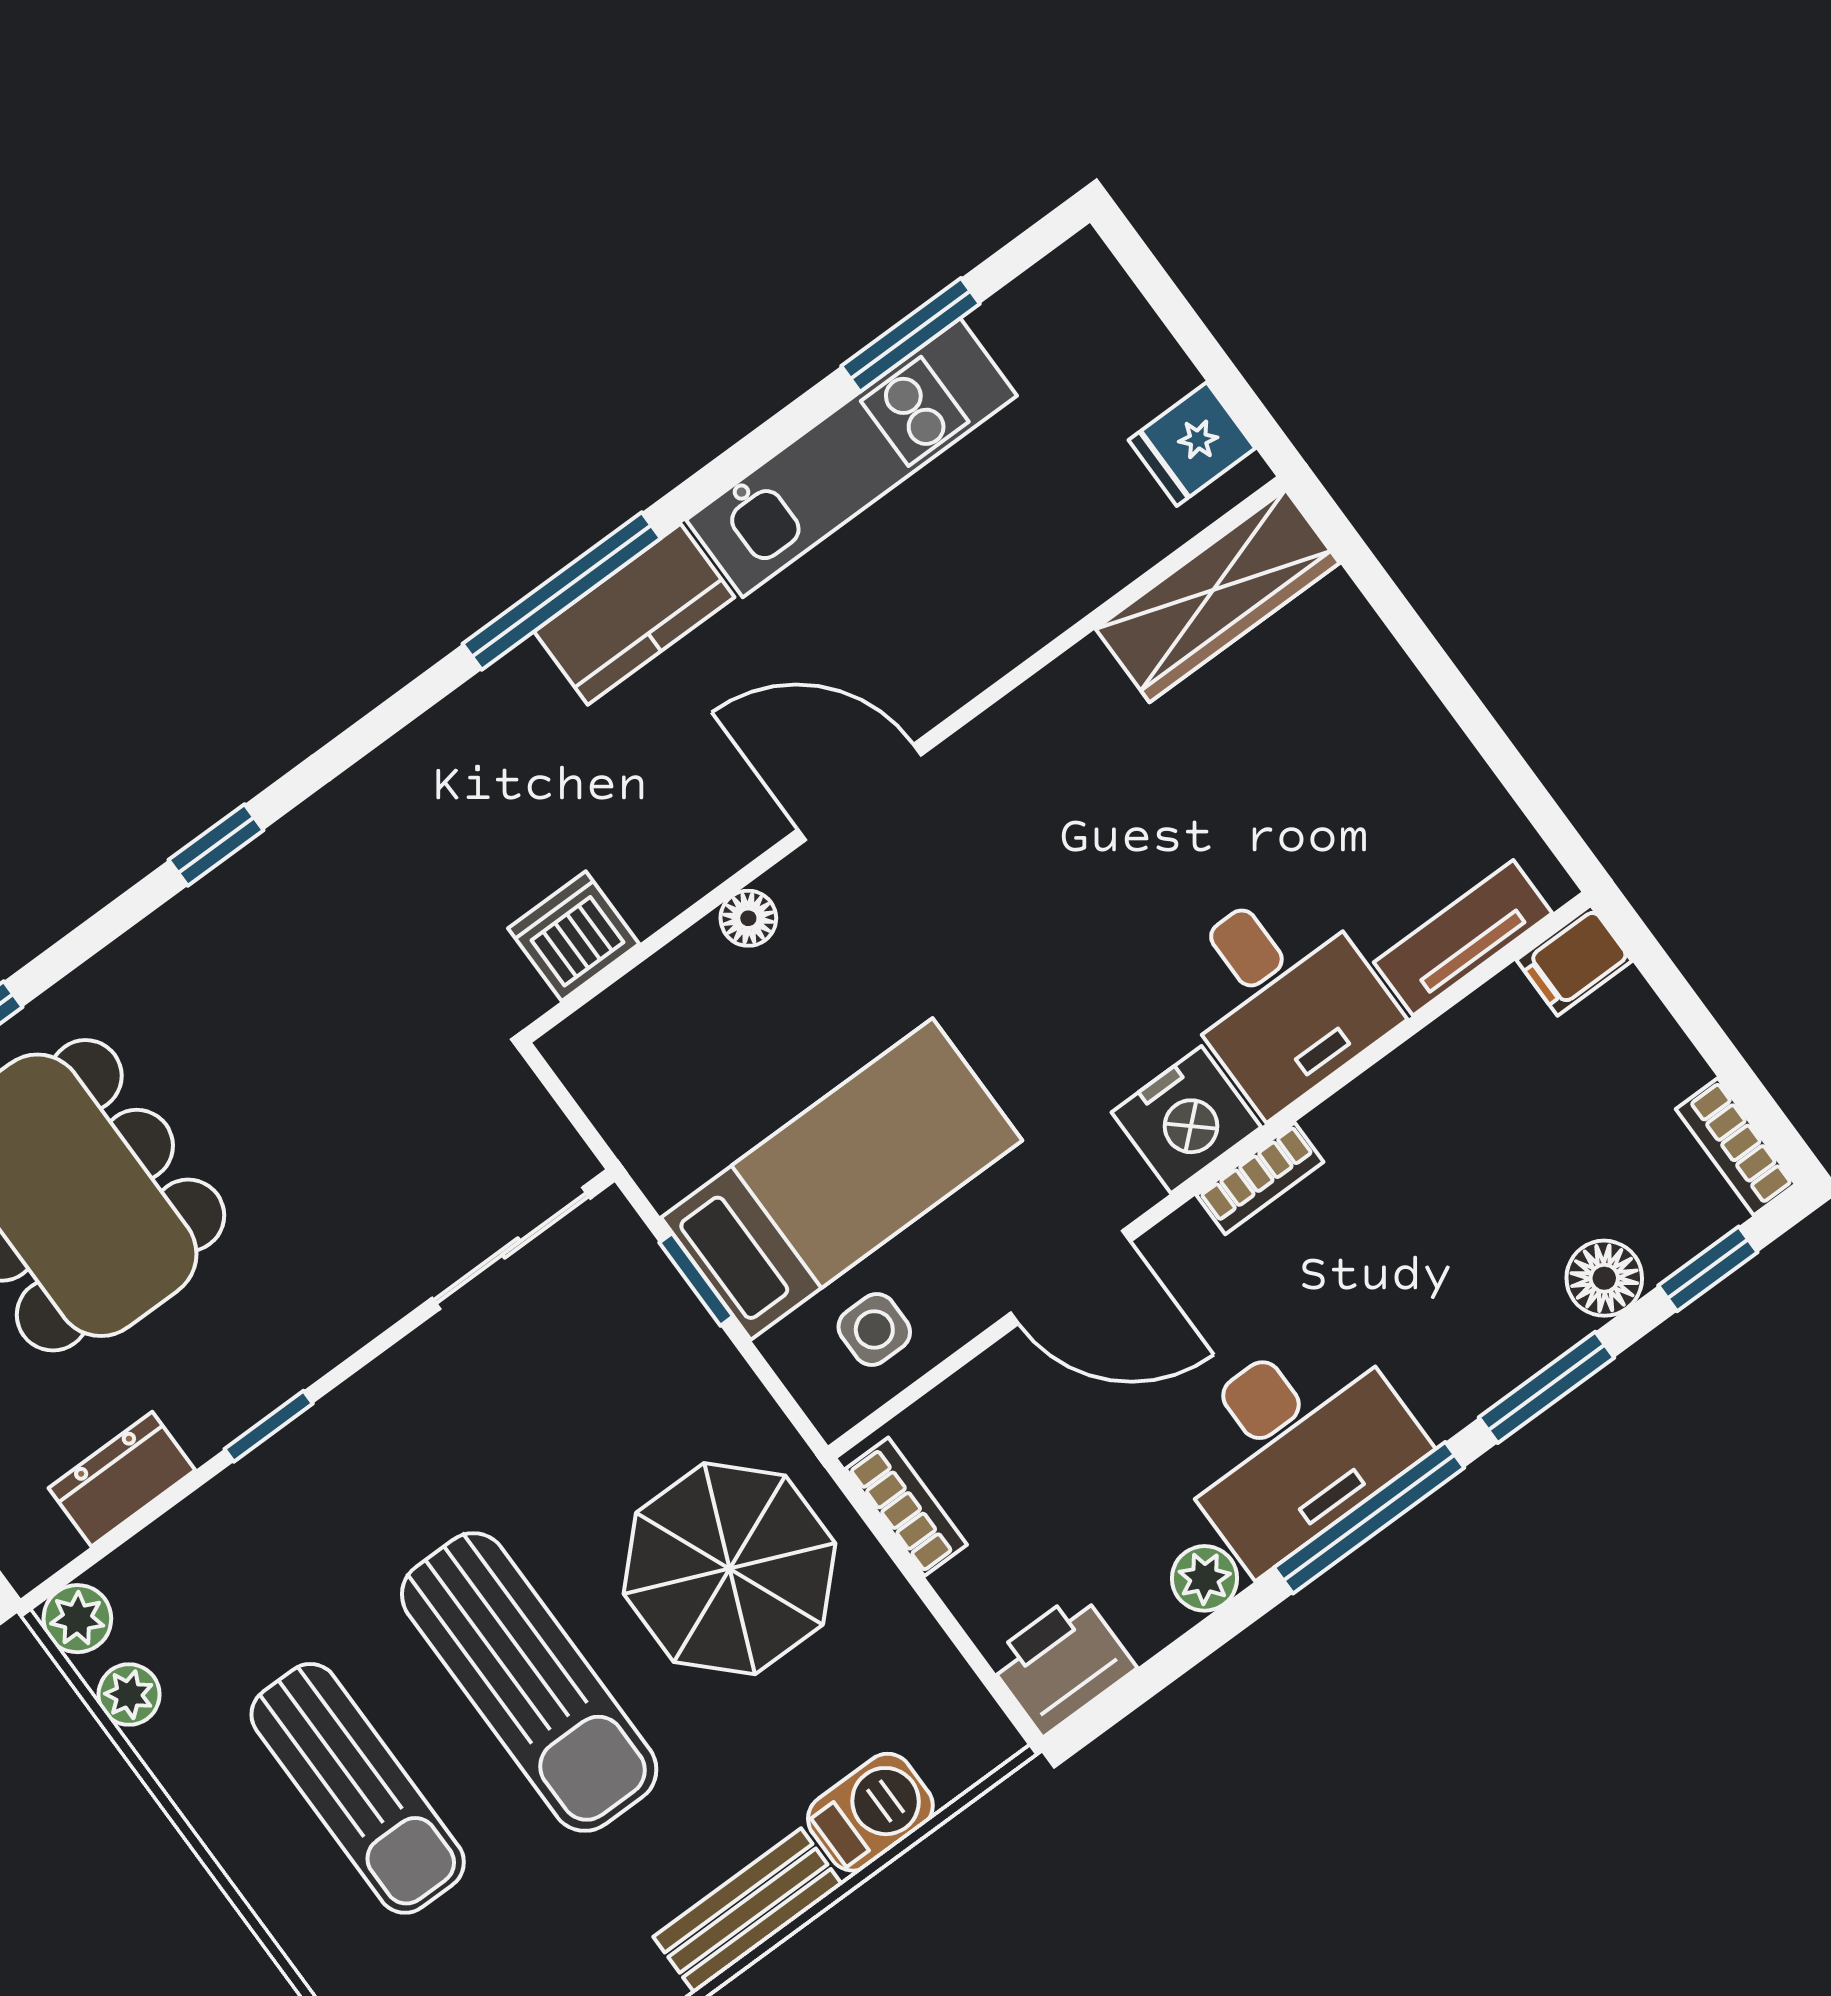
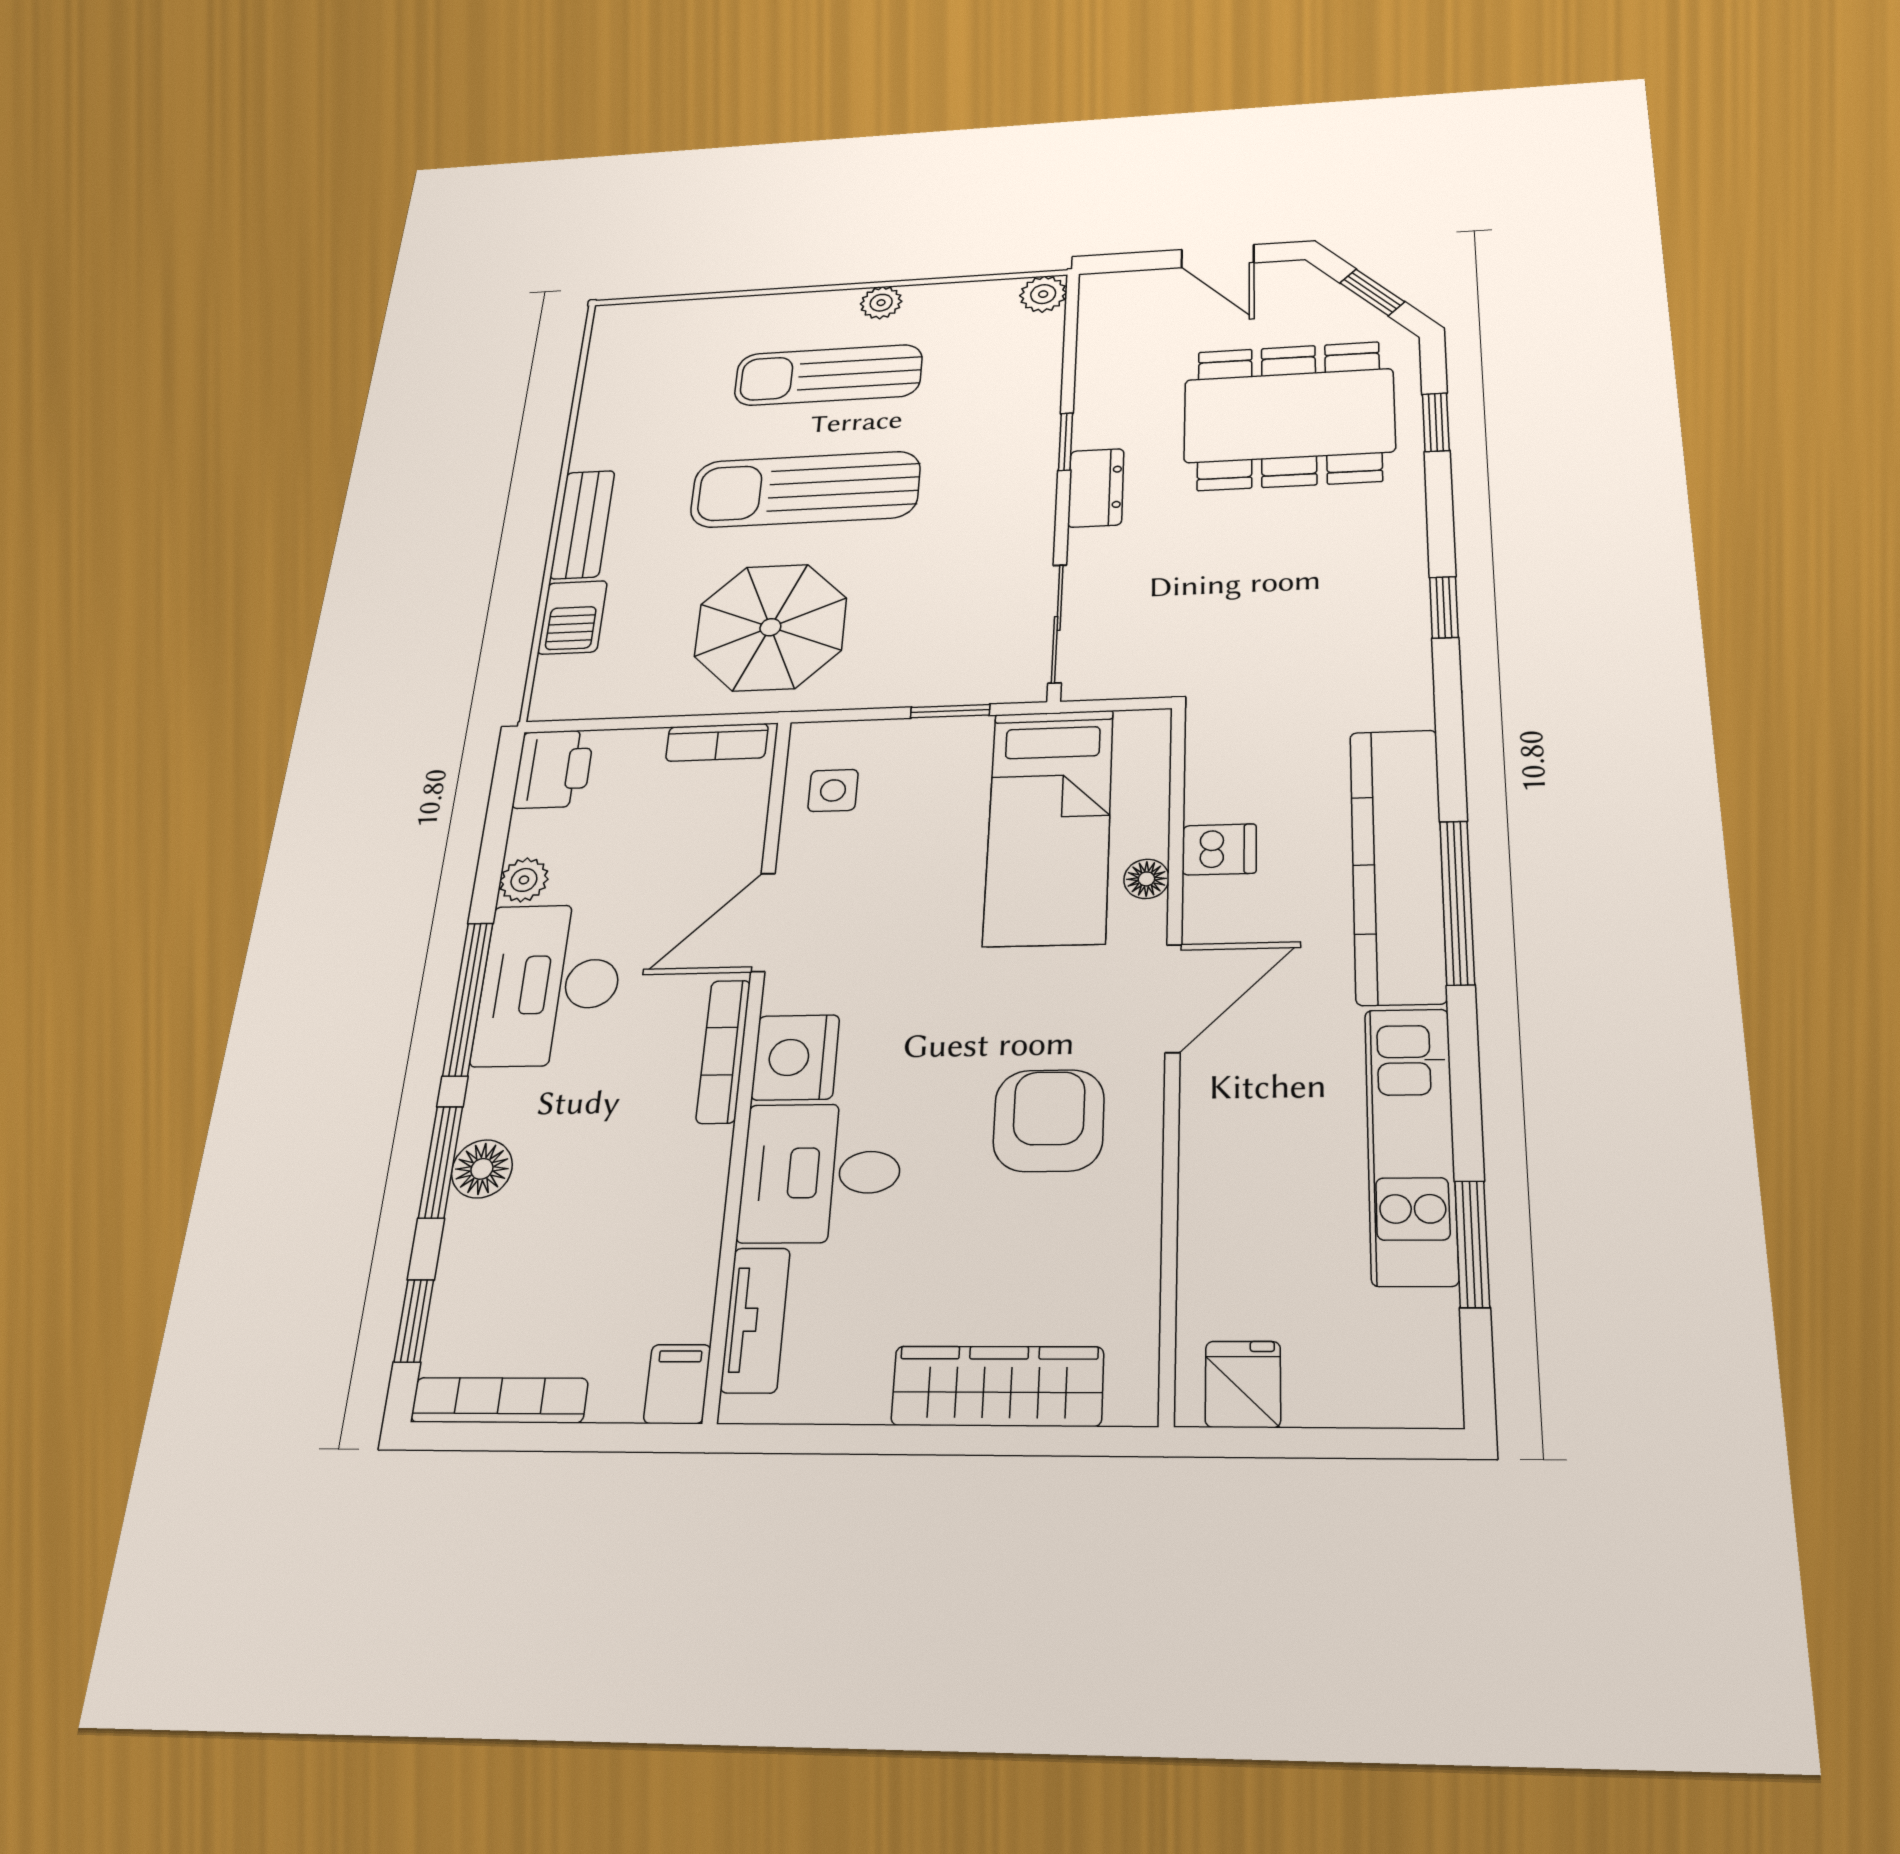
wardrobe: (1218, 596) -> (997, 1386), moved, turned 90
kitchen counter: (634, 614) -> (1397, 864), width x2.08, depth x1.17
armchair: (1071, 816) -> (1049, 1120), added
dishwasher: (574, 936) -> (1219, 849), moved, width x0.73
bookcase: (1736, 1147) -> (499, 1400), width x1.56
bookcase: (1260, 1178) -> (723, 1051), width x1.56
bed: (842, 1179) -> (1049, 826), moved
floor lamp: (1604, 1278) -> (482, 1169), moved
dresser: (122, 1479) -> (1096, 488), moved
plant: (129, 1695) -> (881, 303), moved

